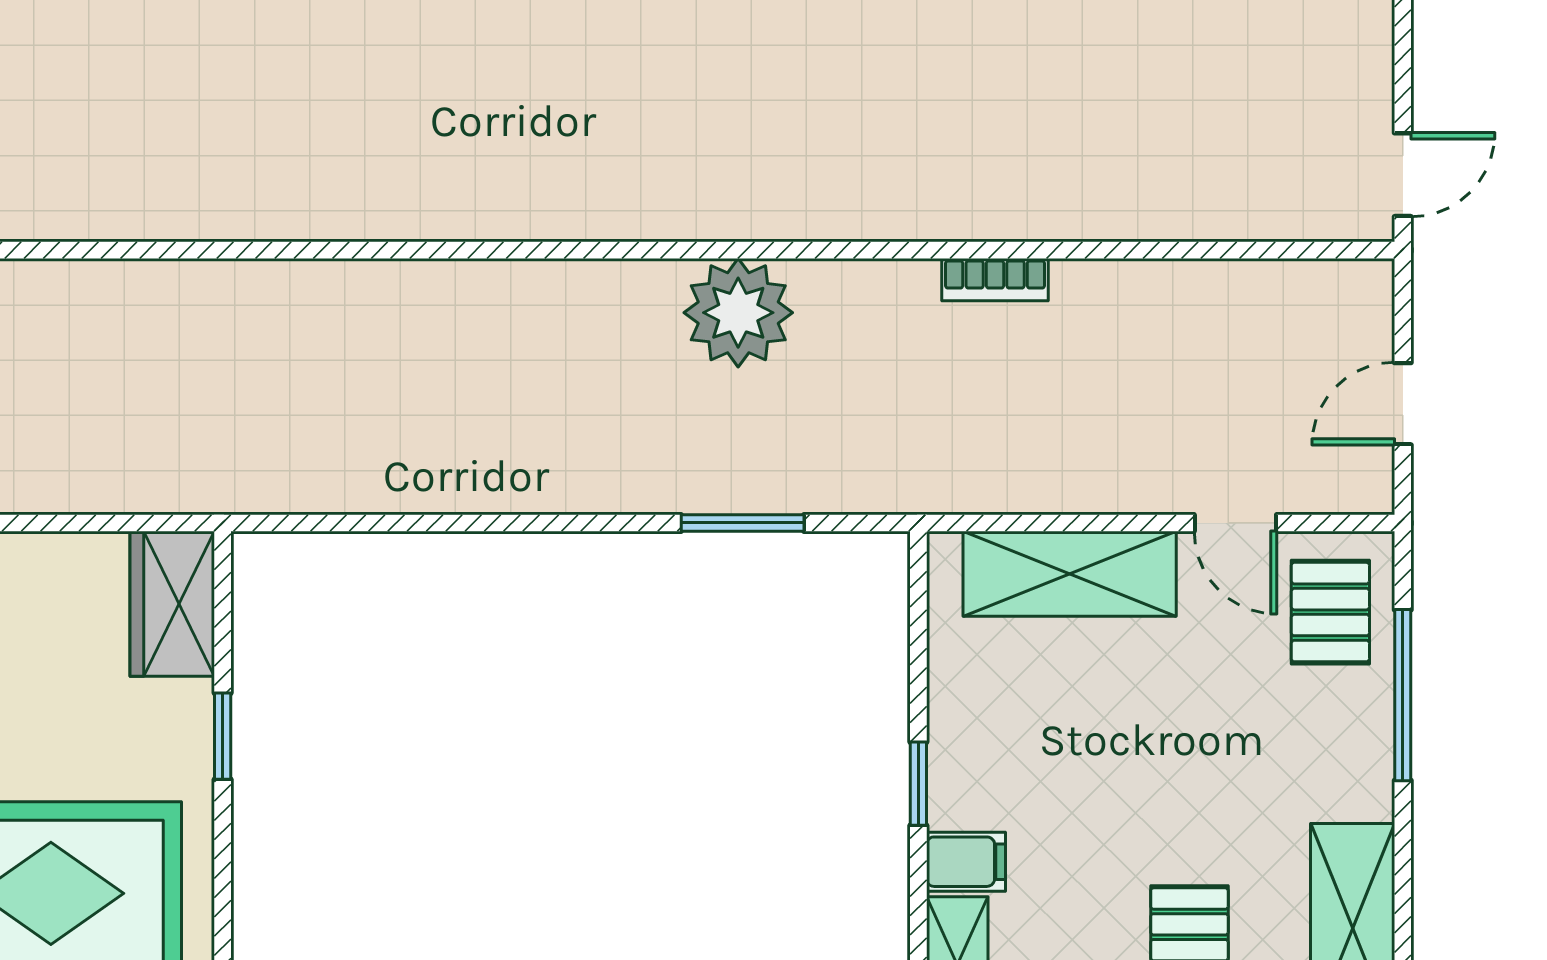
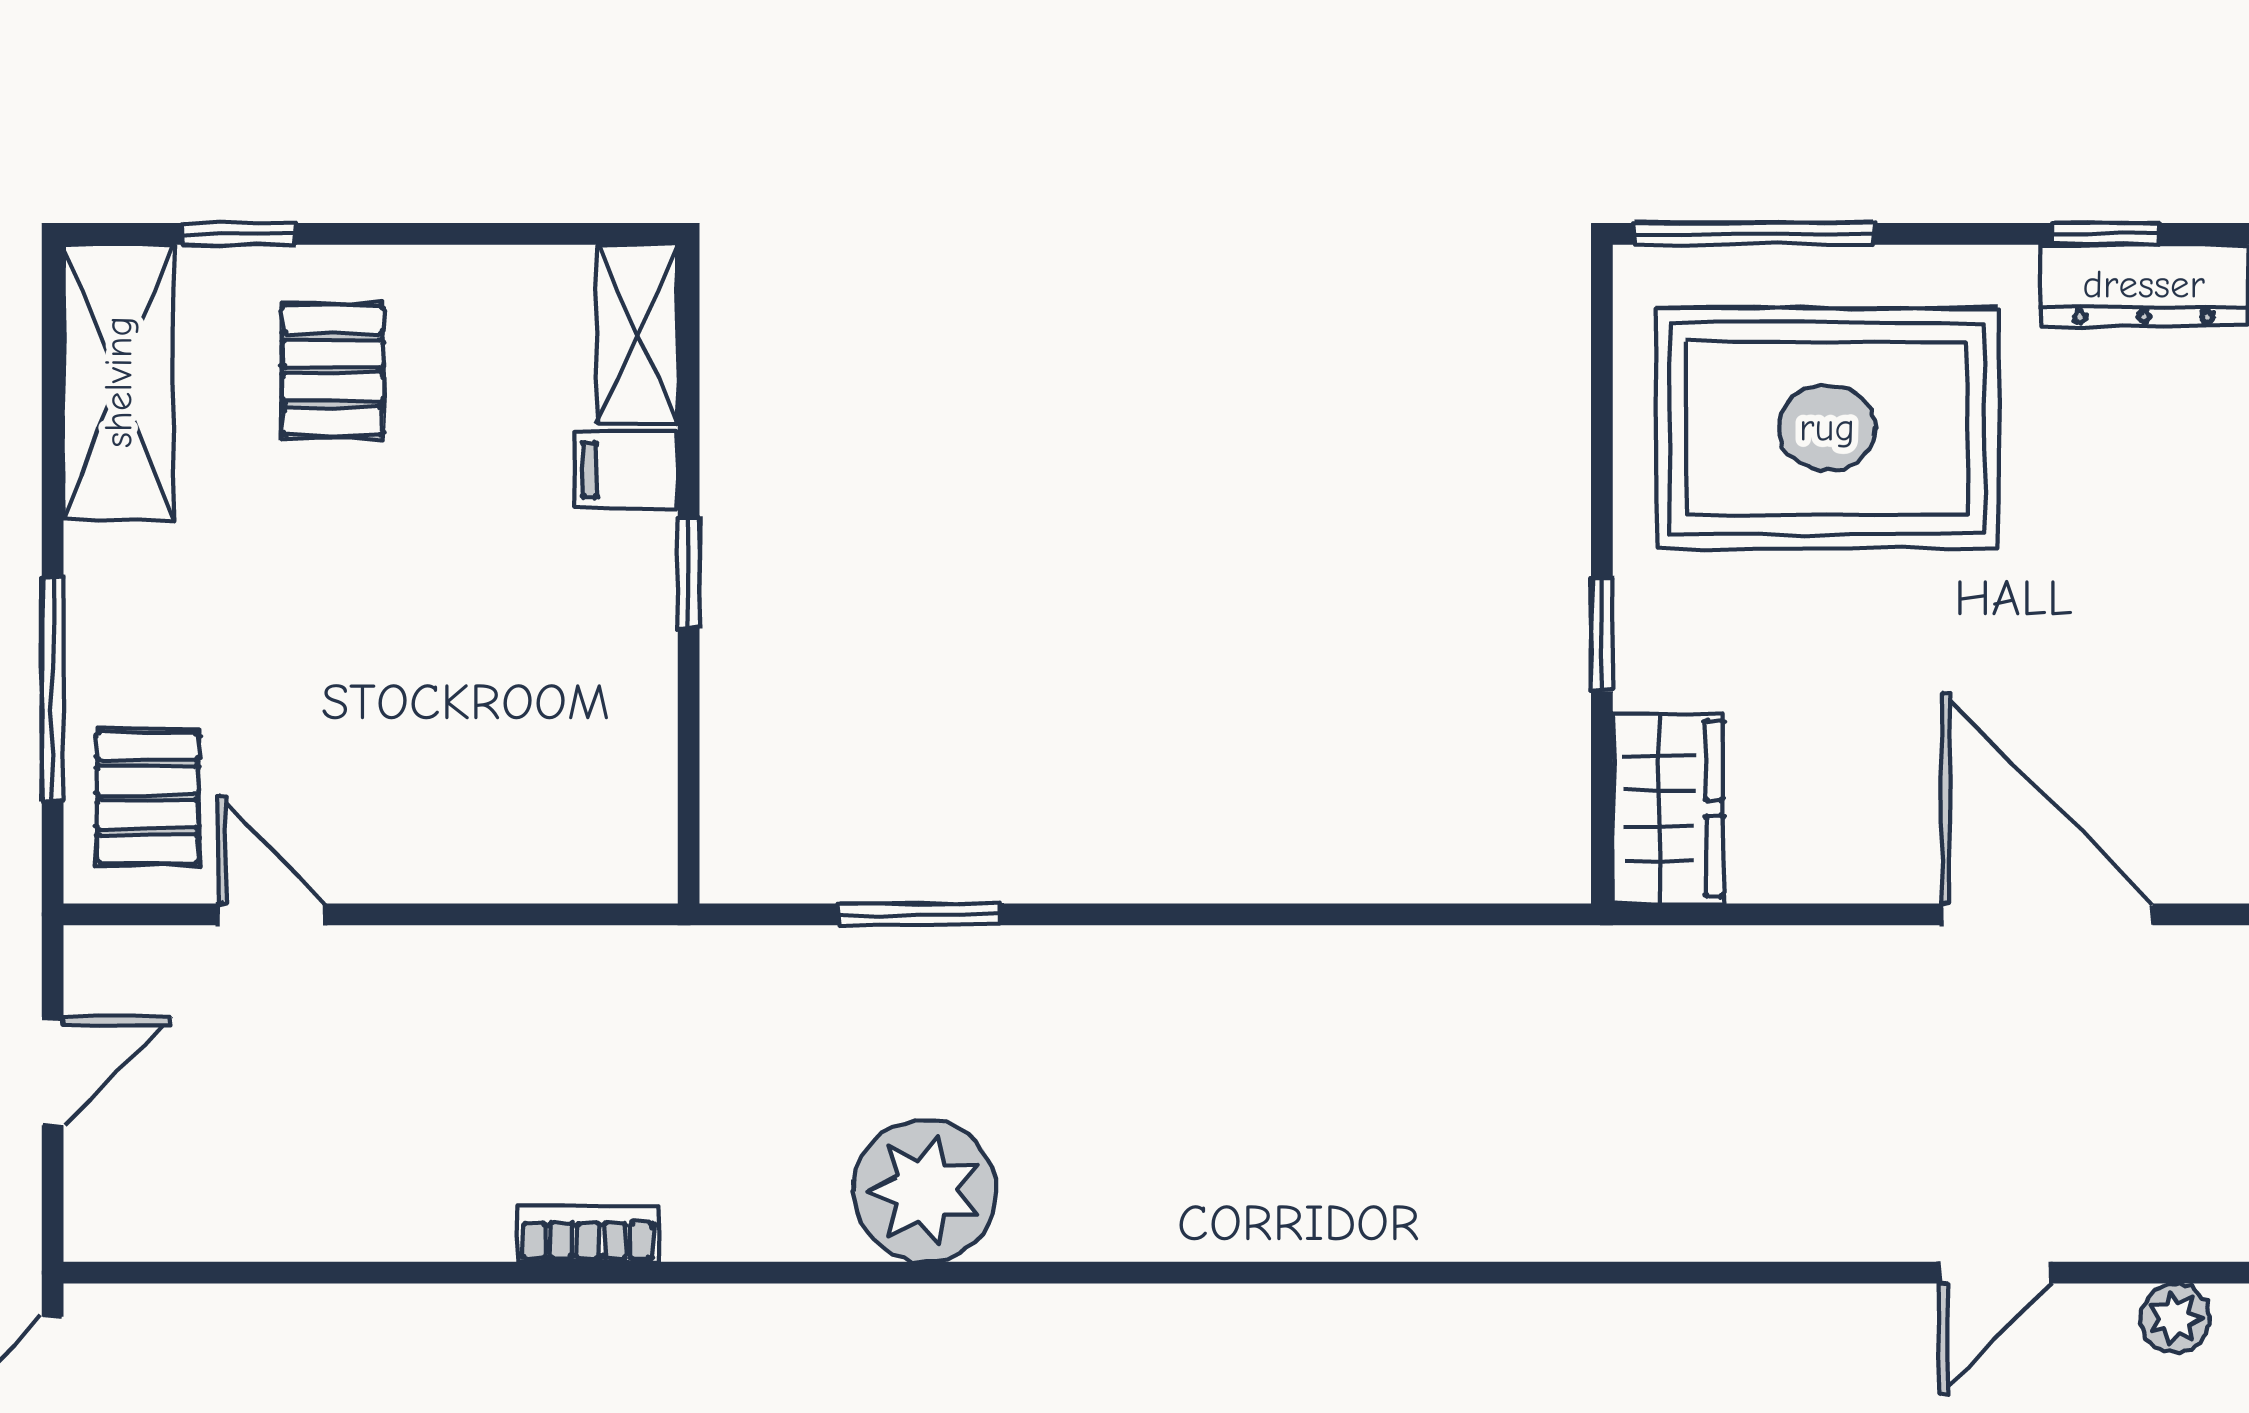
shelving: (1070, 574) -> (490, 848), removed

